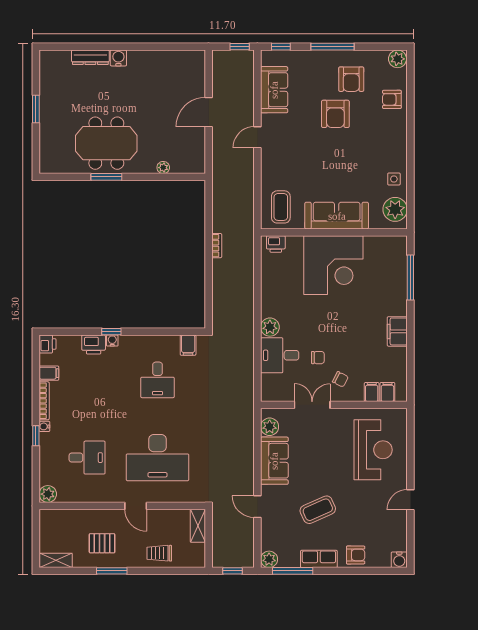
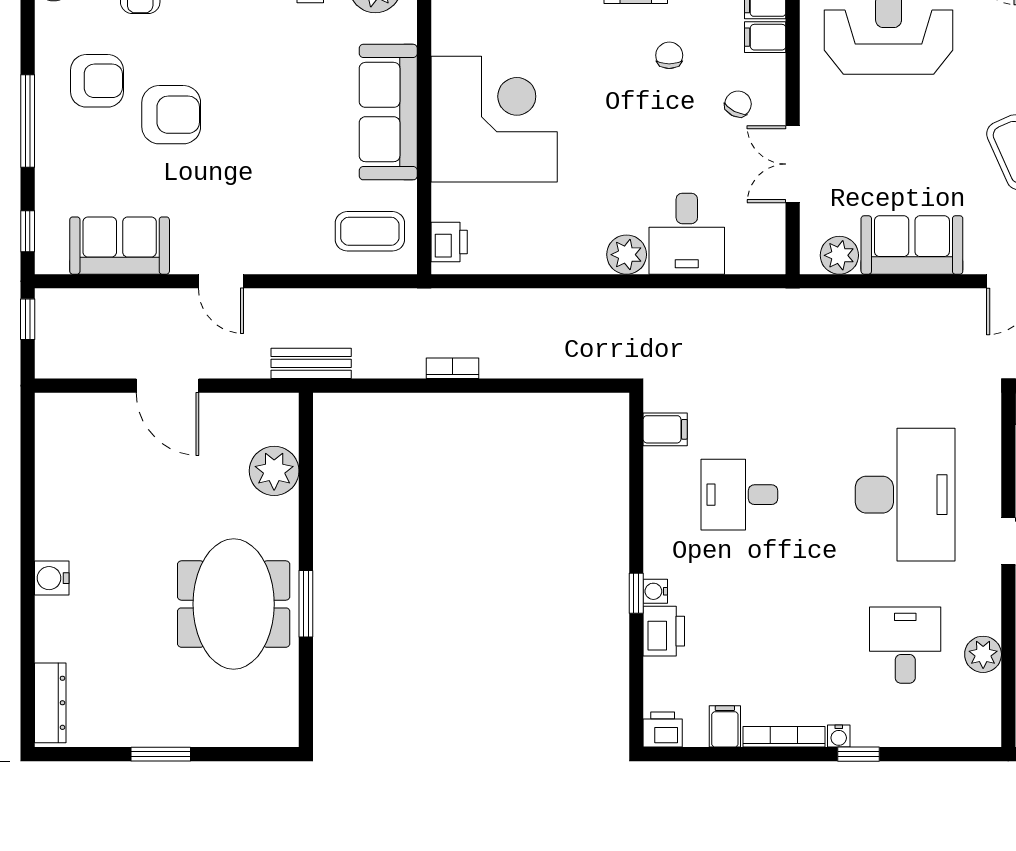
dresser: (90, 57) -> (50, 703), moved
plant: (163, 168) -> (274, 471), width x1.88, depth x1.88
bench: (219, 179) -> (311, 363), added
chair: (318, 358) -> (669, 55), moved
desk: (158, 380) -> (739, 495), turned 180
plant: (48, 494) -> (983, 654), moved

